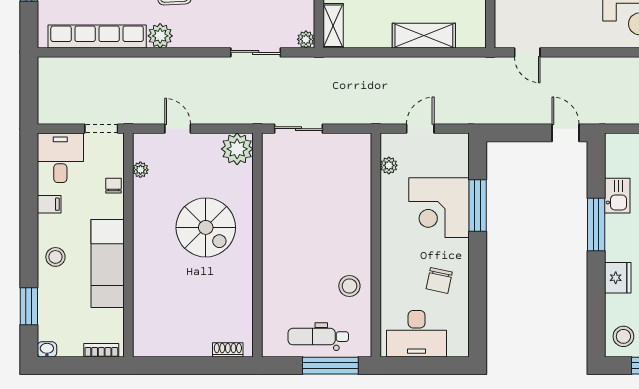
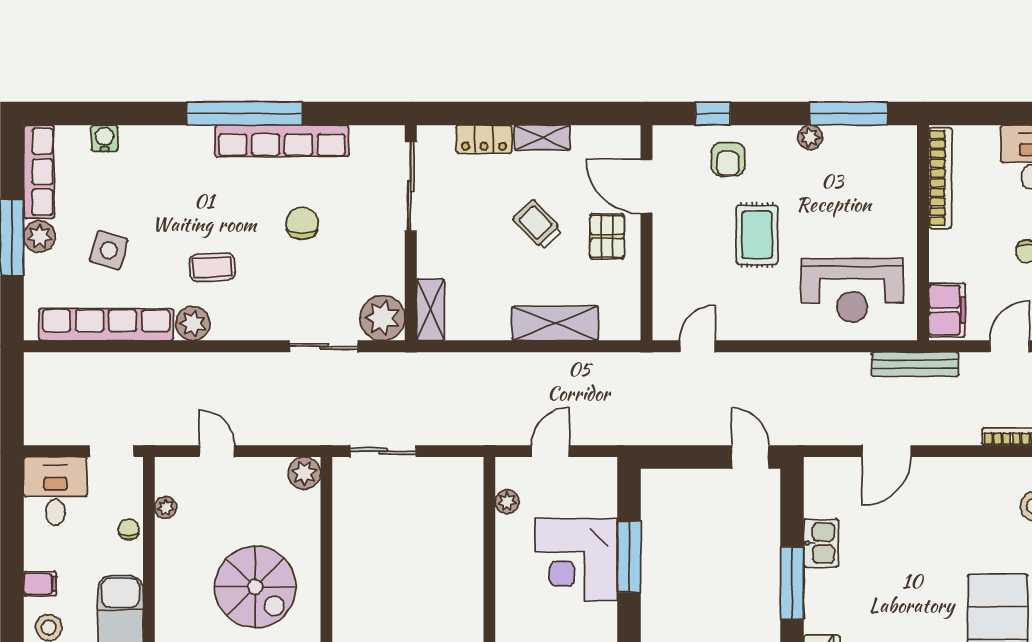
plant: (306, 39) -> (382, 318), width x1.87, depth x1.87
door: (527, 52) -> (697, 346), swing flipped
plant: (237, 149) -> (304, 473), width x0.73, depth x0.73
filing cabinet: (49, 204) -> (40, 584), moved

